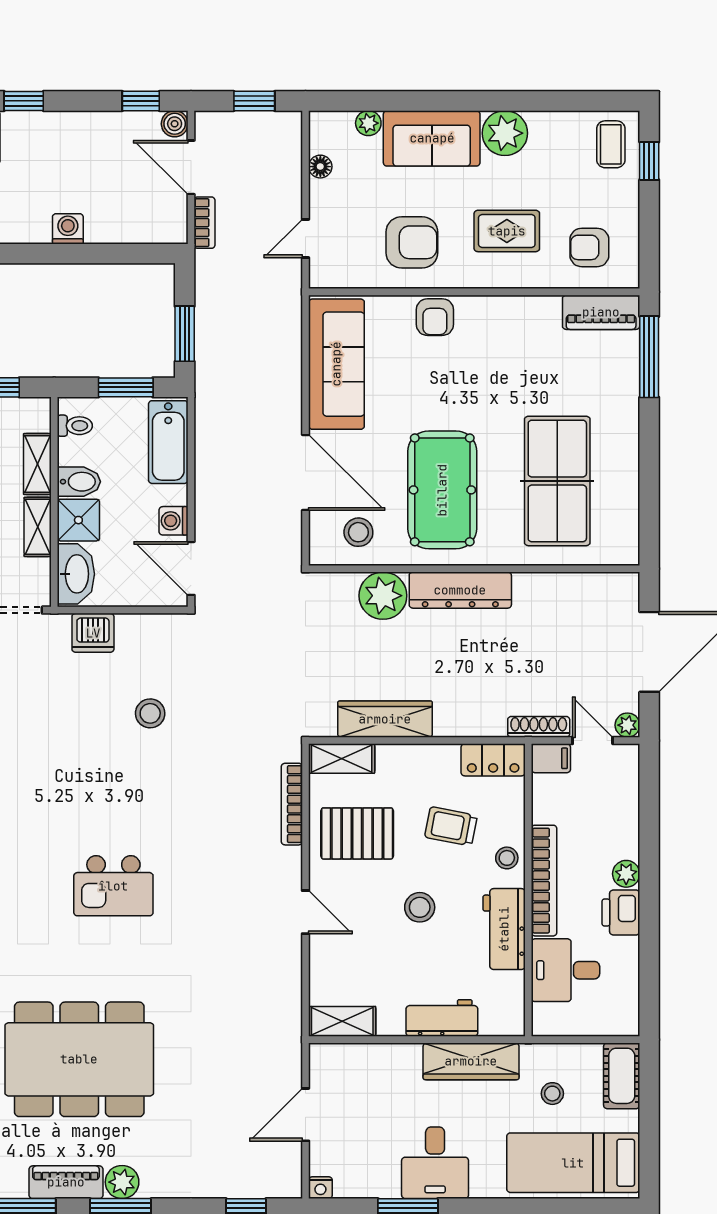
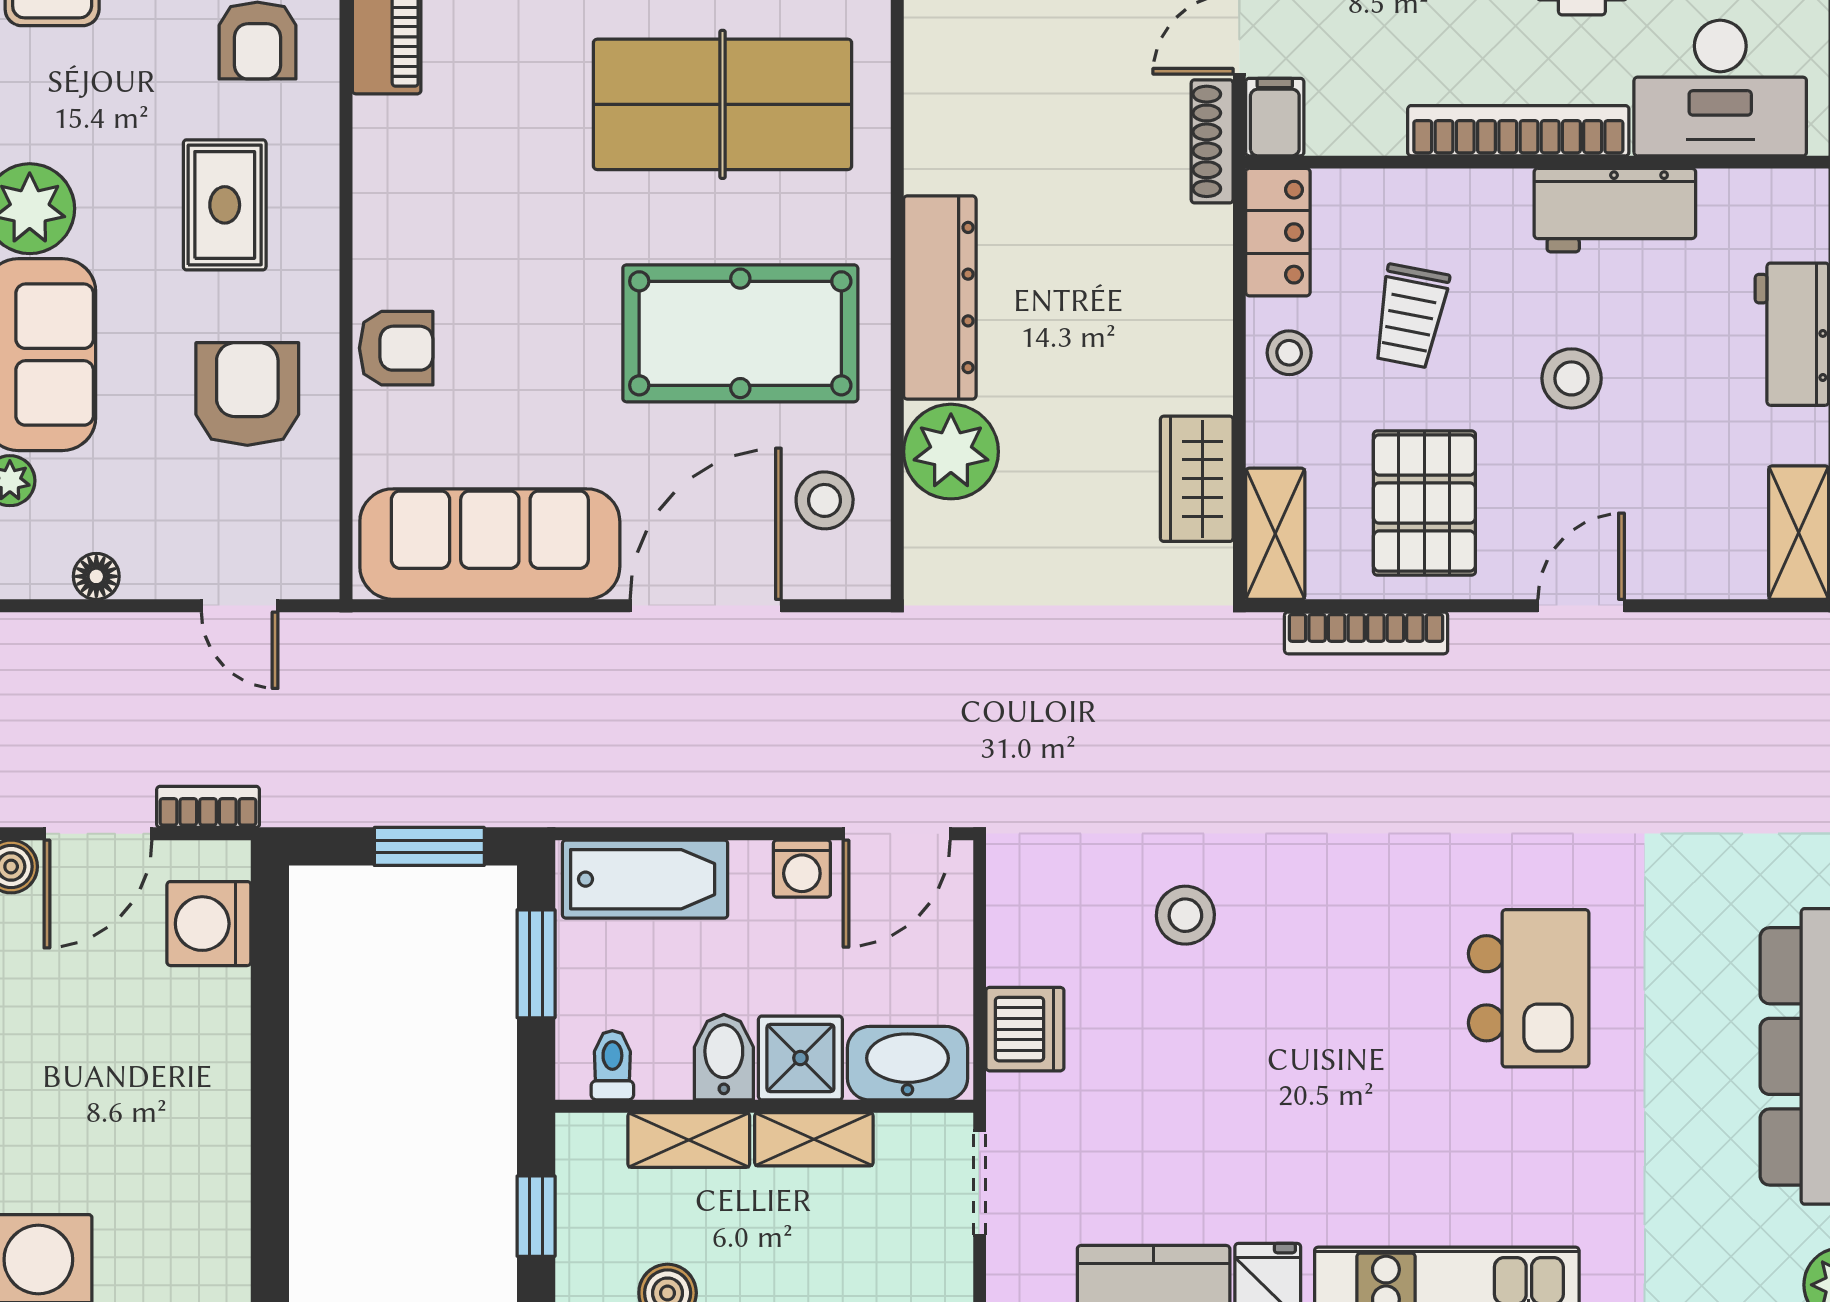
washing machine: (68, 229) -> (209, 924), moved, width x1.38, depth x1.38
wardrobe: (385, 719) -> (1197, 479), width x0.67
stool: (507, 858) -> (1289, 353), moved
desk: (565, 970) -> (1720, 88), width x1.37

